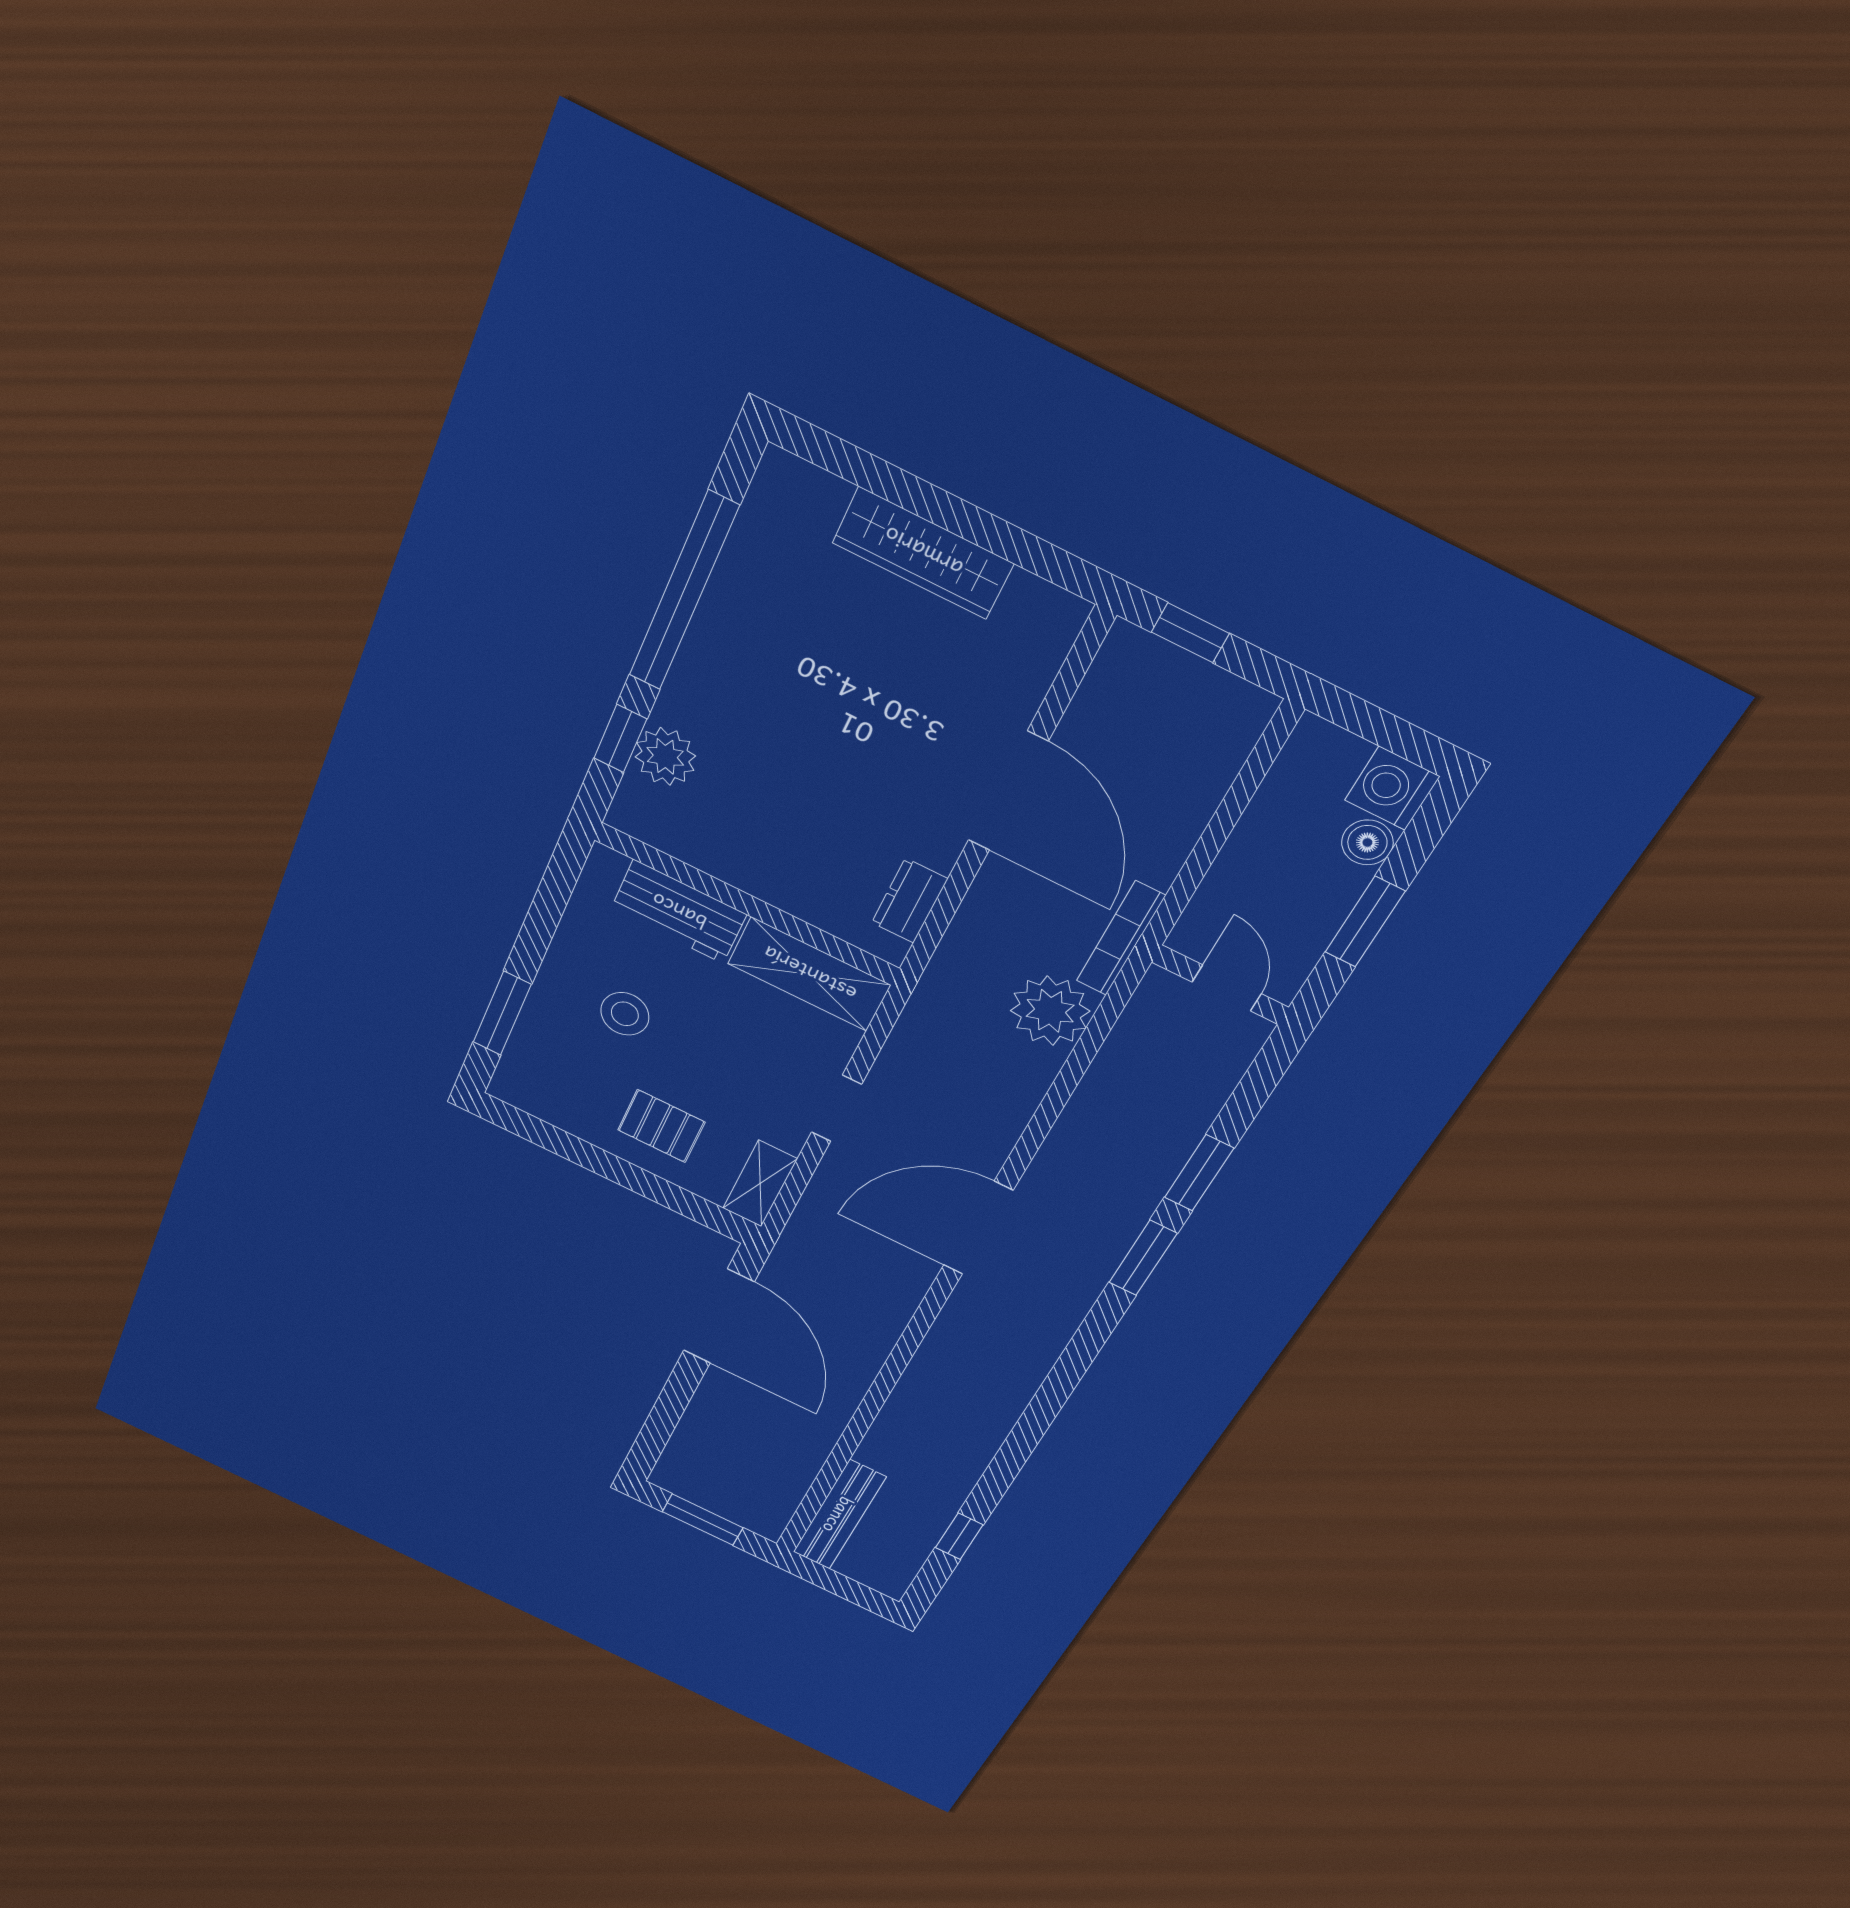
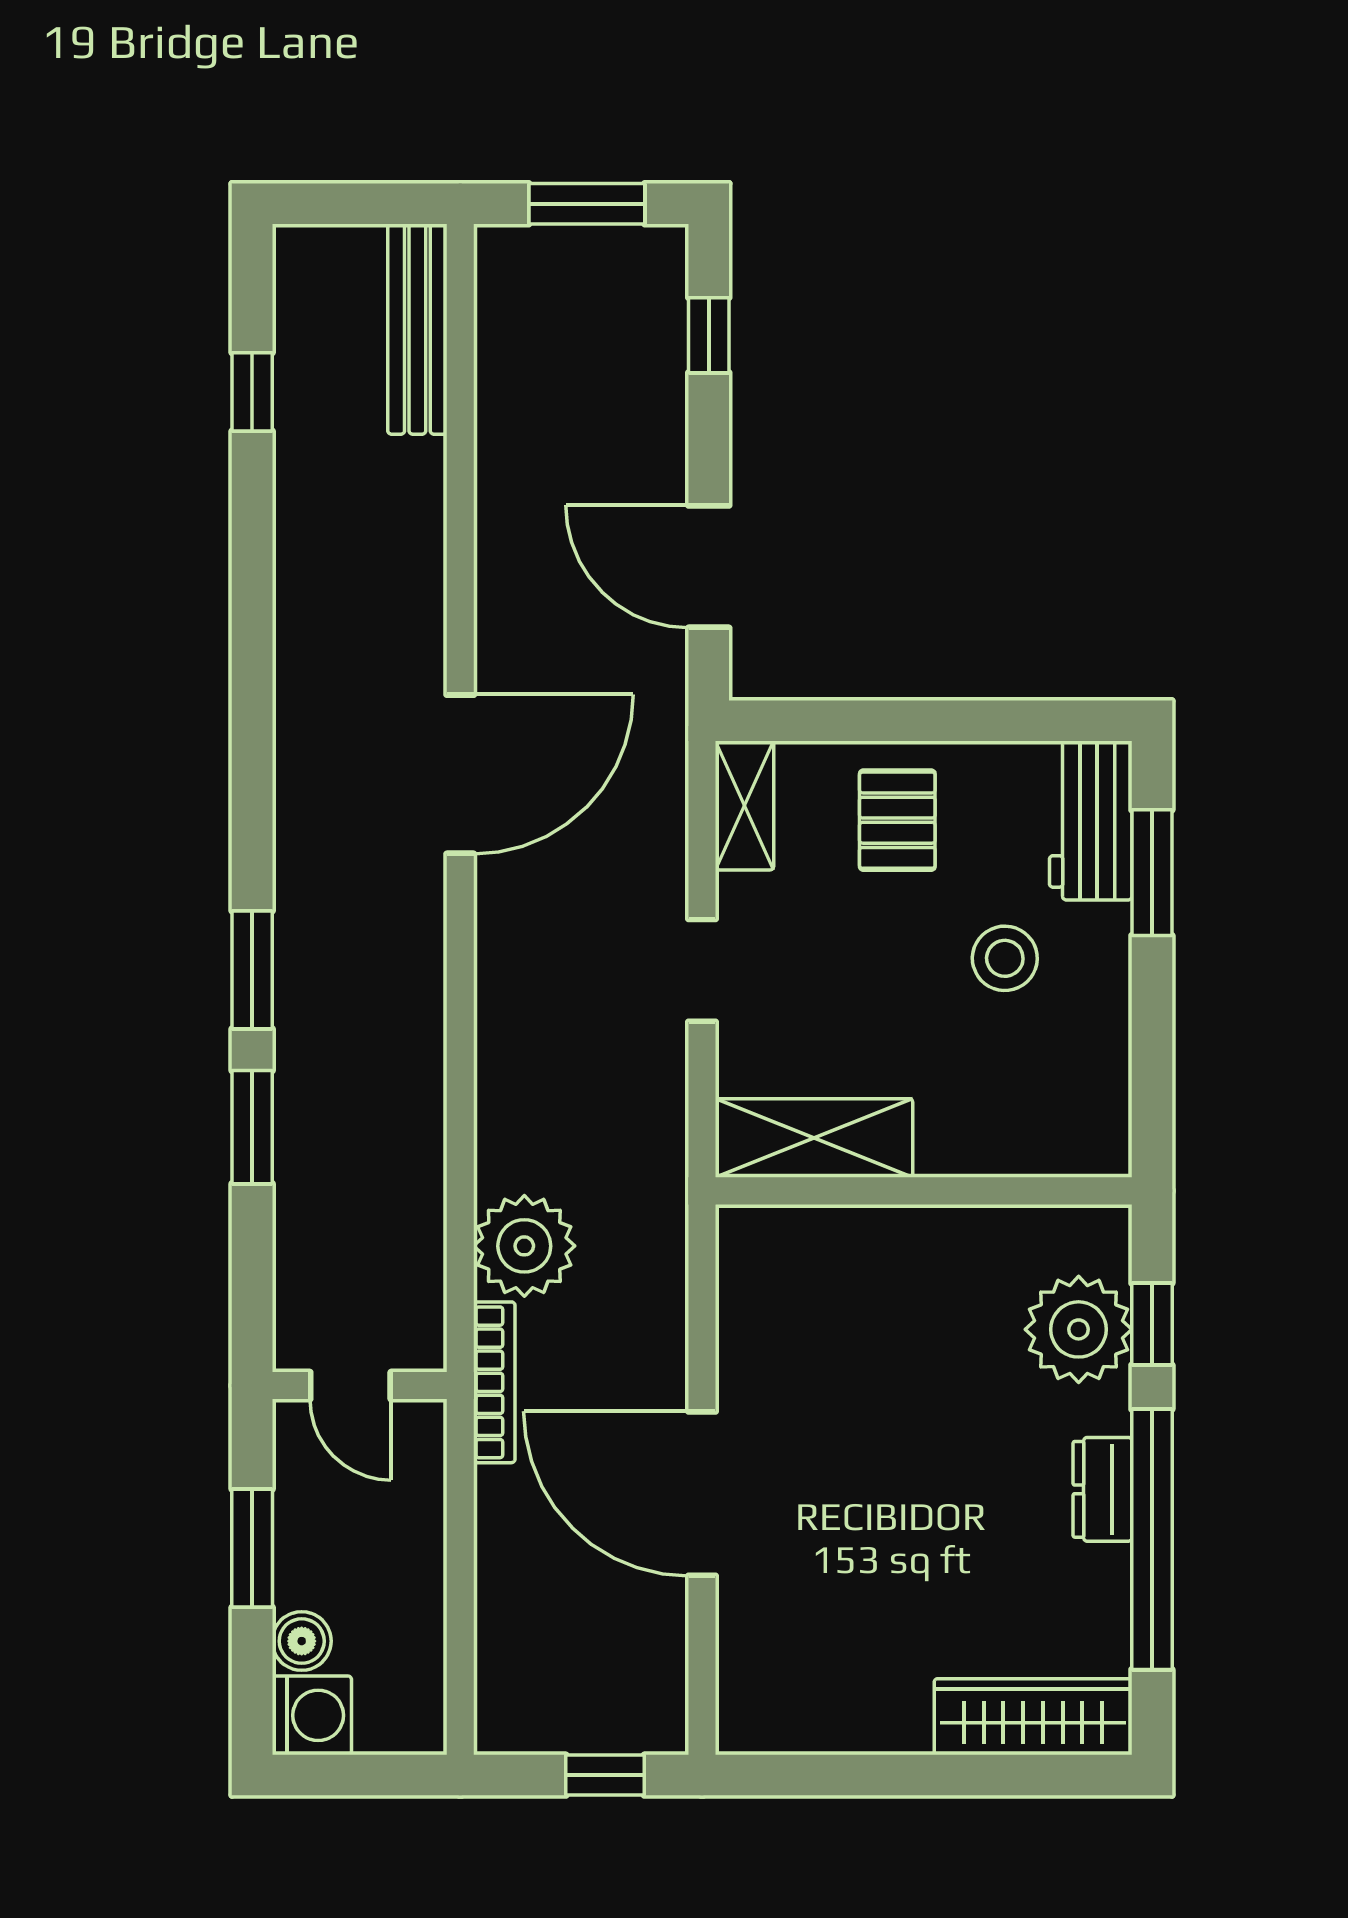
wardrobe: (923, 553) -> (1033, 1717), moved
plant: (665, 756) -> (1079, 1329), width x1.36, depth x1.36
dresser: (910, 901) -> (1103, 1489), moved, turned 180
workbench: (679, 912) -> (1091, 821), moved, turned -90
pallet: (661, 1126) -> (897, 820), turned 90
door: (978, 1228) -> (460, 774), moved
door: (719, 1316) -> (709, 567), width x0.73
window: (660, 1425) -> (709, 335), added

